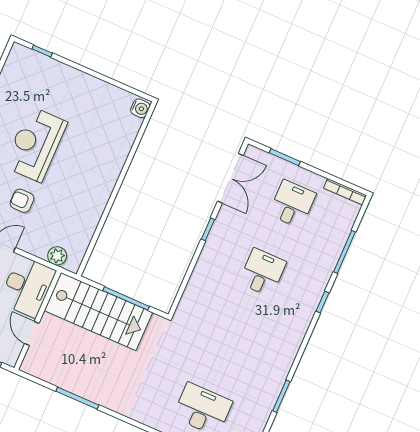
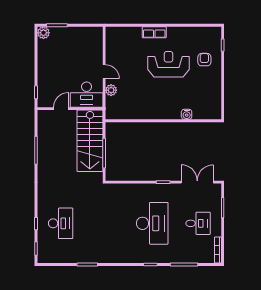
water cooler: (140, 108) -> (187, 114), moved
double door: (230, 178) -> (197, 182), swing flipped
armchair: (22, 201) -> (204, 60), moved
plant: (57, 256) -> (111, 90), moved
desk: (262, 272) -> (152, 223), width x1.87, depth x1.30

